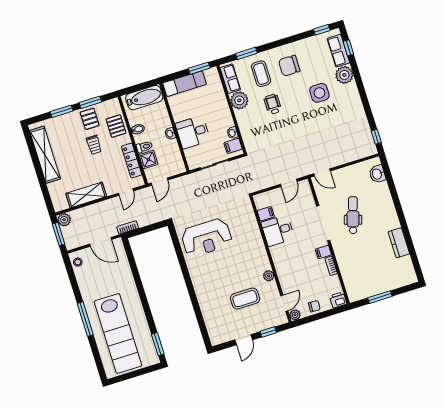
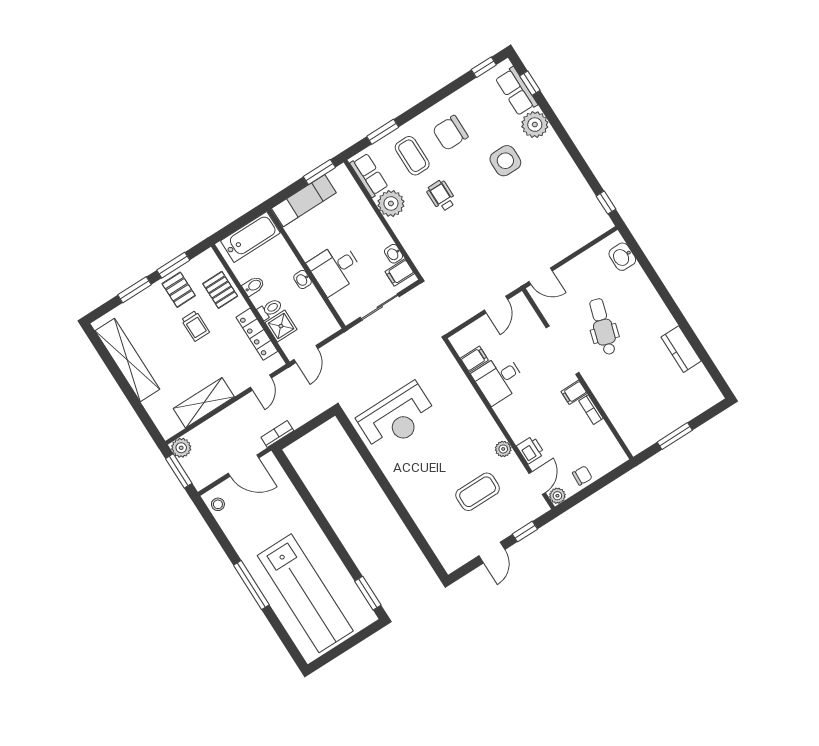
printer: (338, 300) -> (531, 450), moved, turned 90

